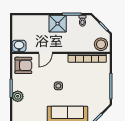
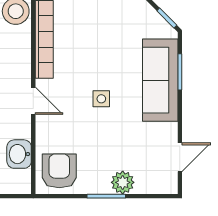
washbasin: (19, 46) -> (19, 154), moved
door: (45, 53) -> (33, 101), moved

